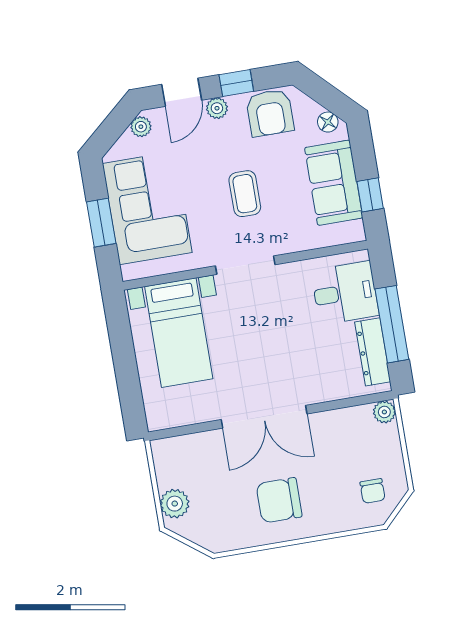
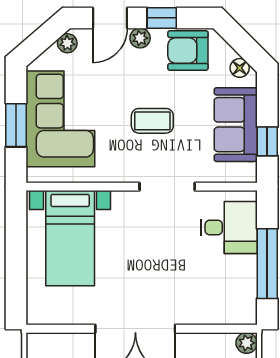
armchair: (270, 113) -> (188, 50), turned 90
coffee table: (245, 194) -> (152, 121), turned 90
doorway: (245, 265) -> (167, 187), moved
dresser: (373, 352) -> (245, 286), removed

